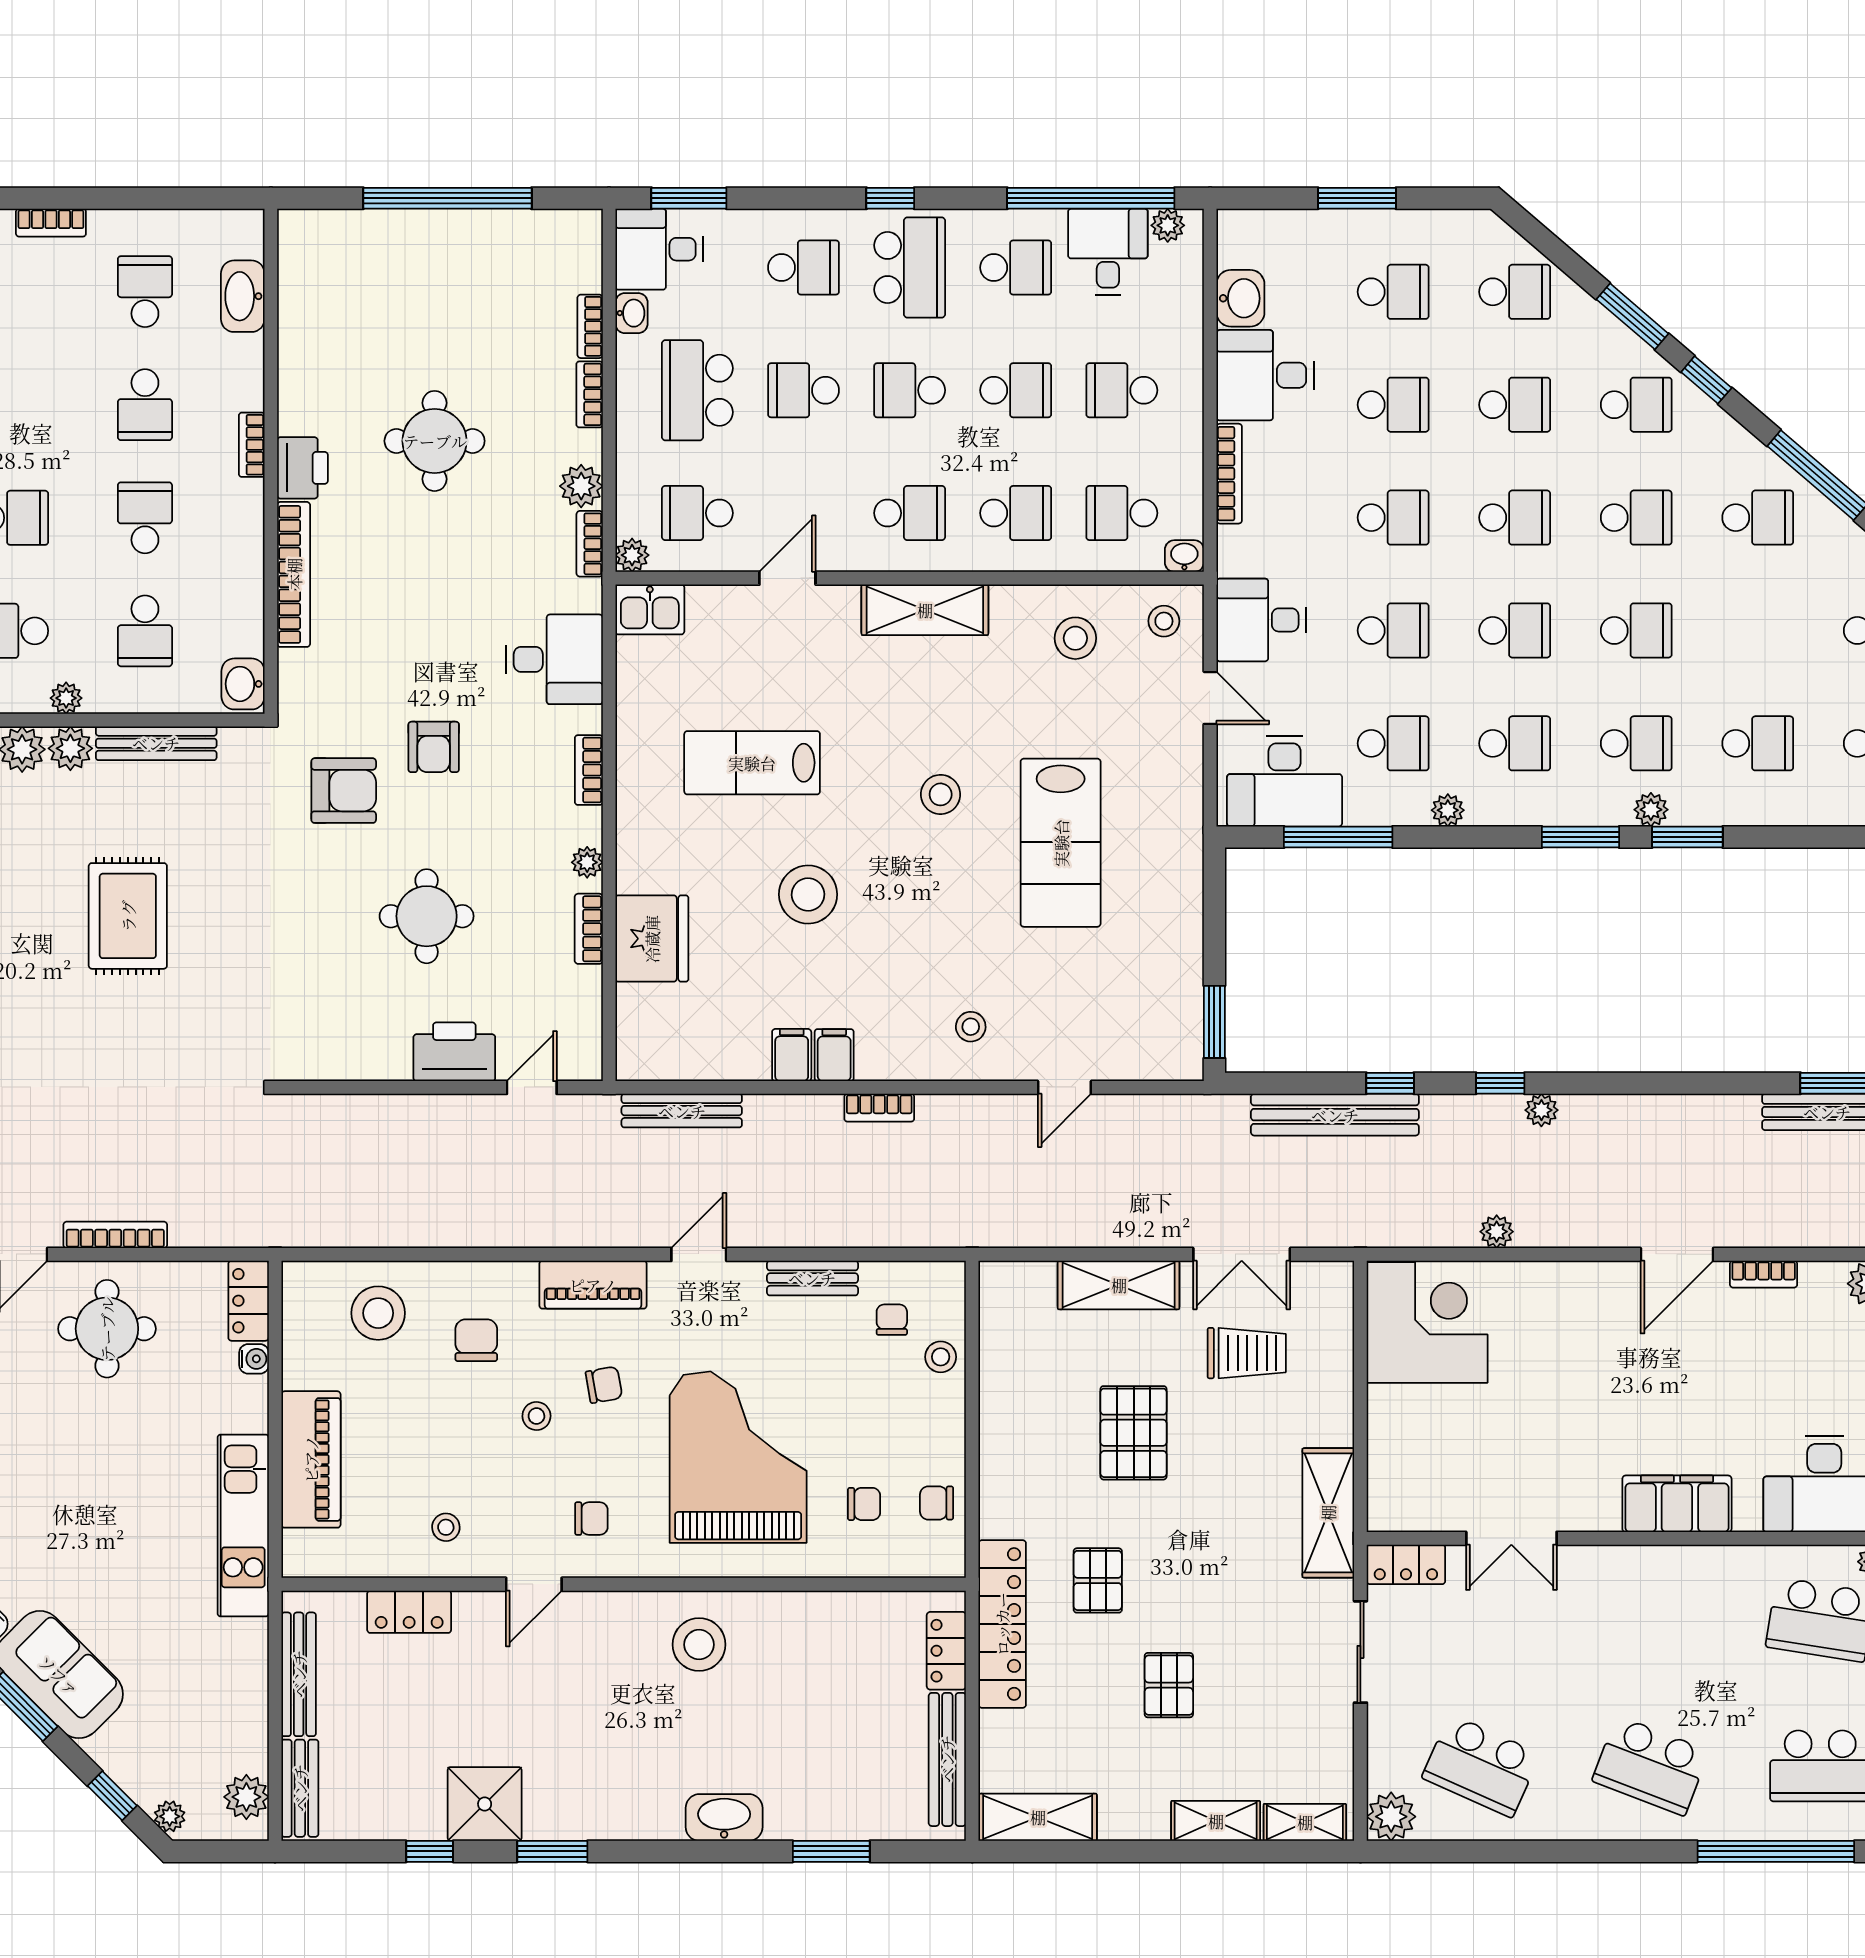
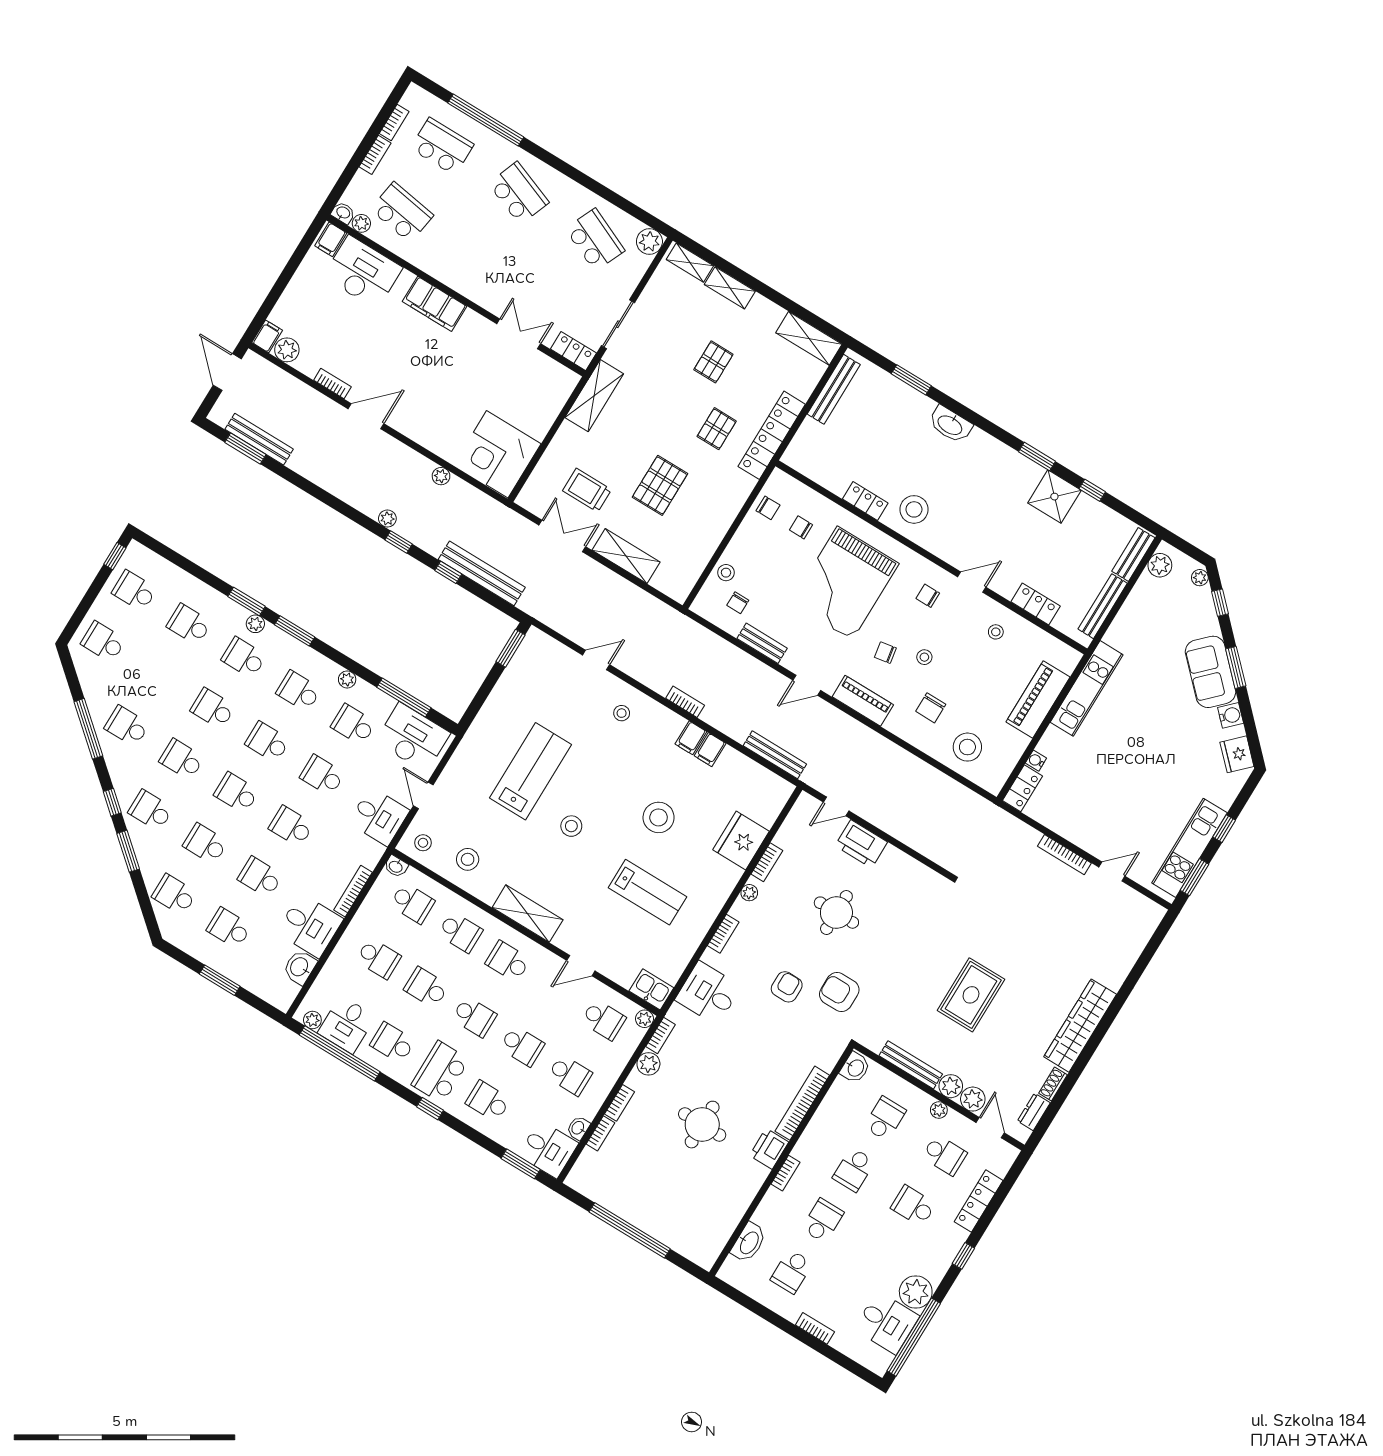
school desk: (697, 390) -> (570, 1075), width x0.54
school desk: (1016, 513) -> (460, 932), turned 180
round table: (107, 1329) -> (1094, 815), removed
locker: (946, 1651) -> (865, 501), moved, turned -90

